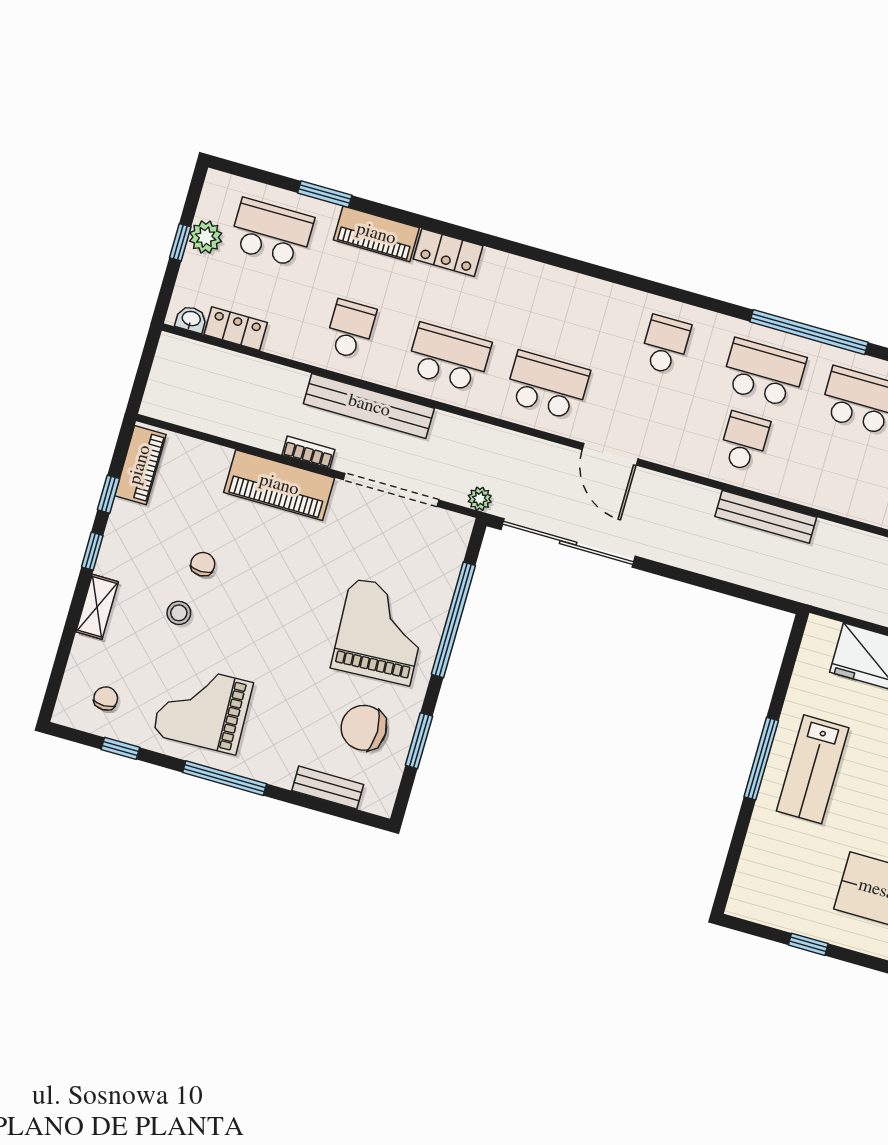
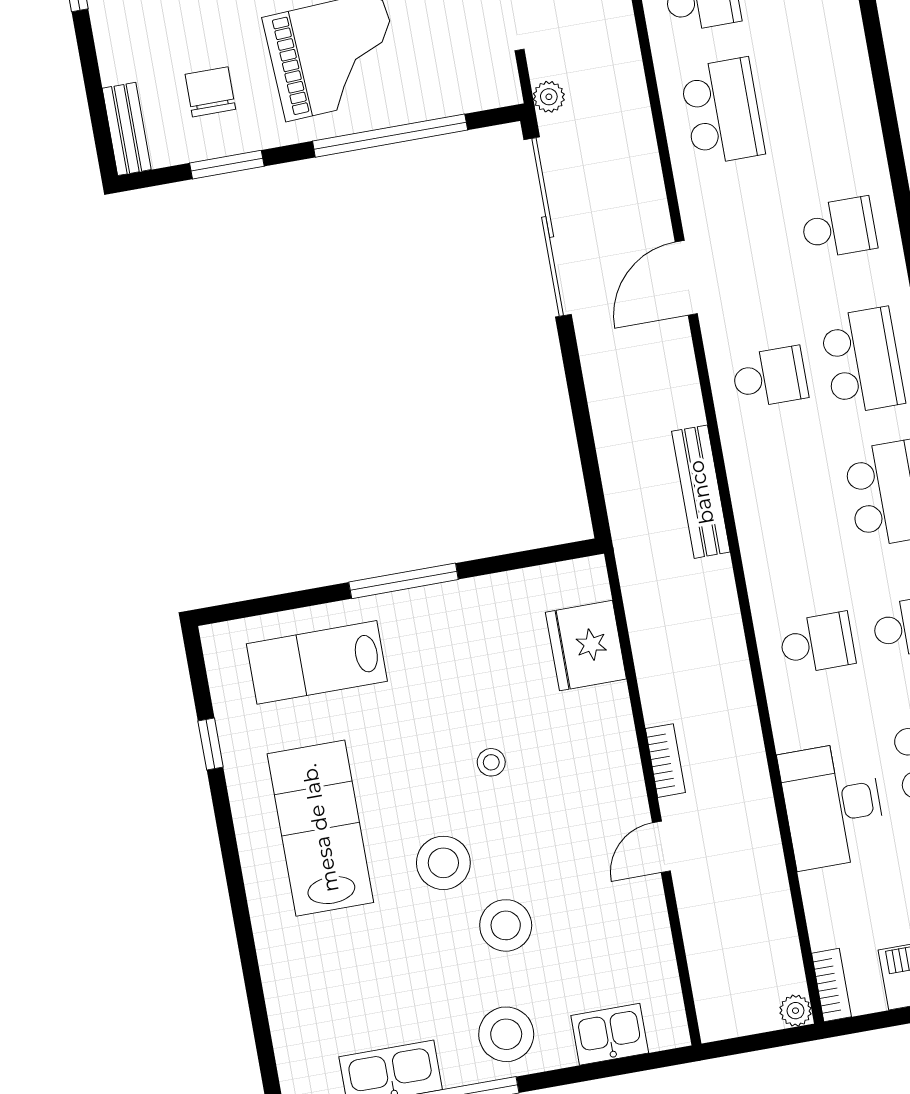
door: (610, 454) -> (686, 278), moved
bench: (766, 517) -> (701, 492), moved
chair: (364, 728) -> (210, 92), width x0.73, depth x0.73
lab bench: (813, 769) -> (317, 662), moved
bench: (328, 788) -> (127, 129), moved

